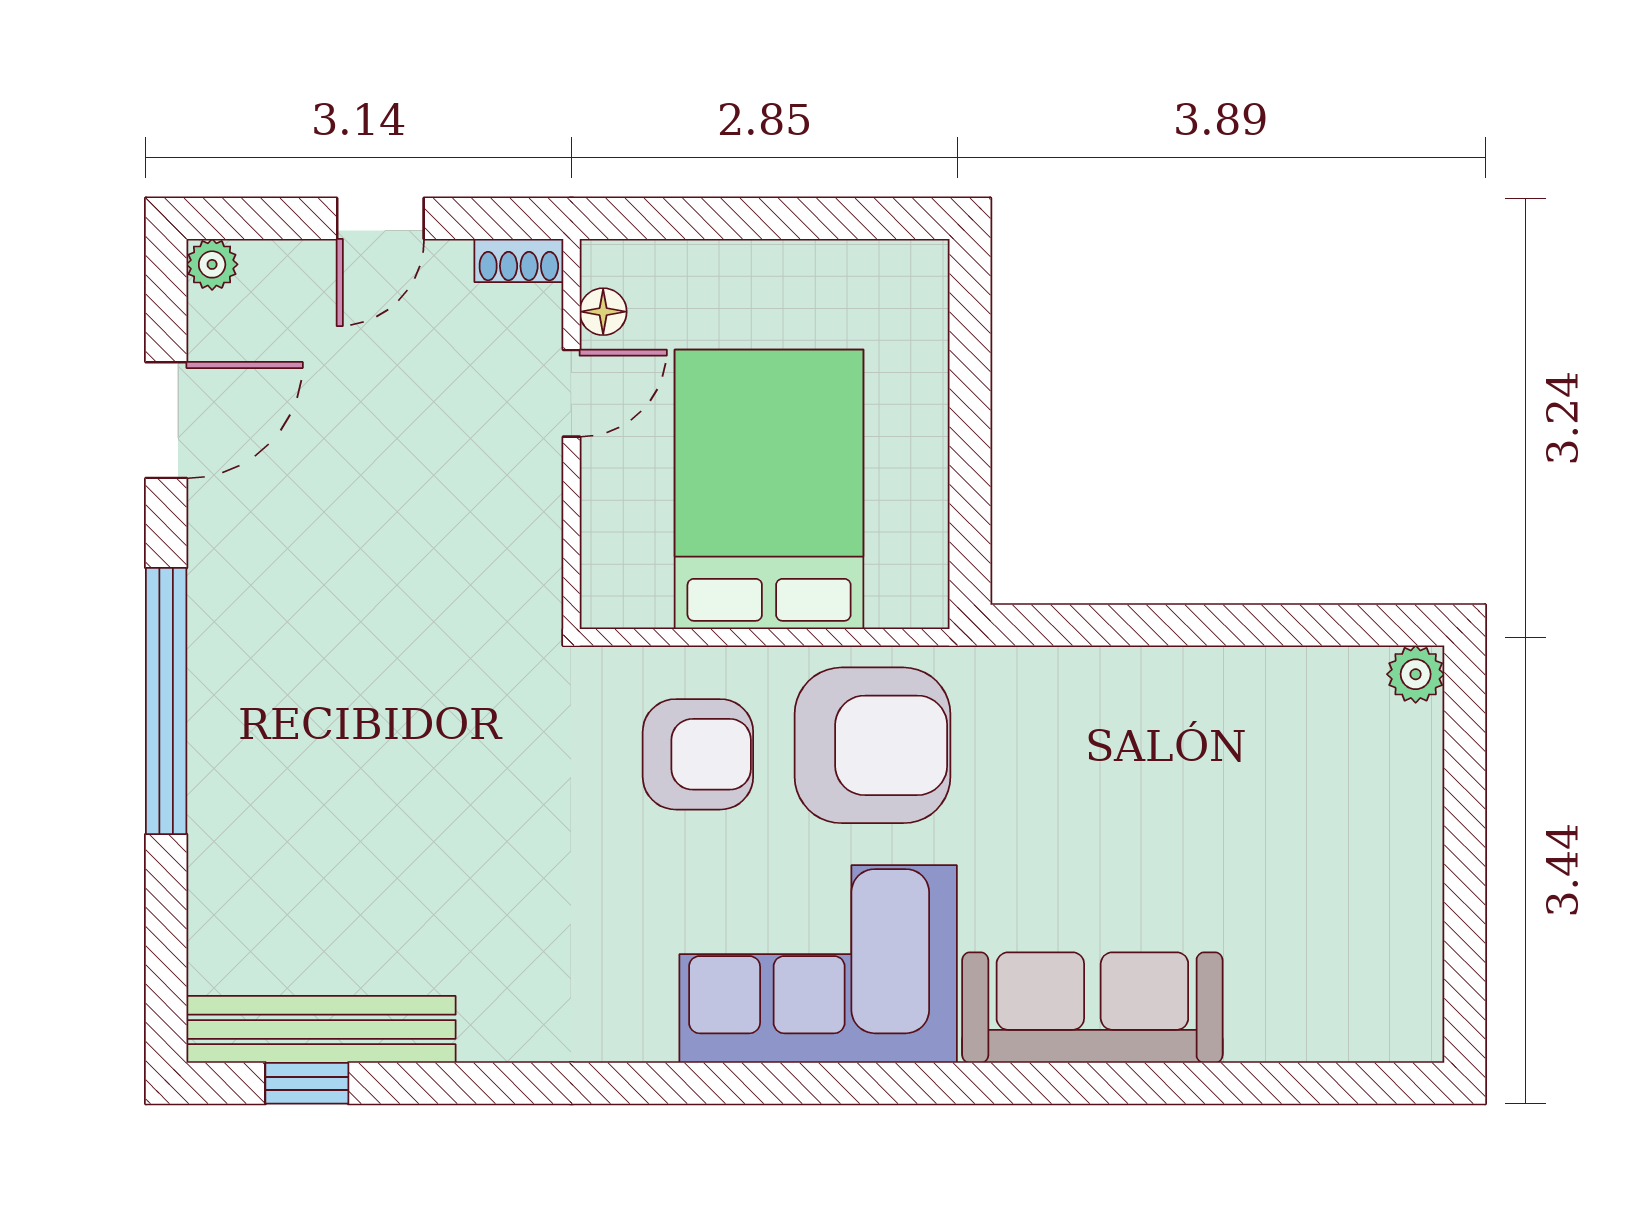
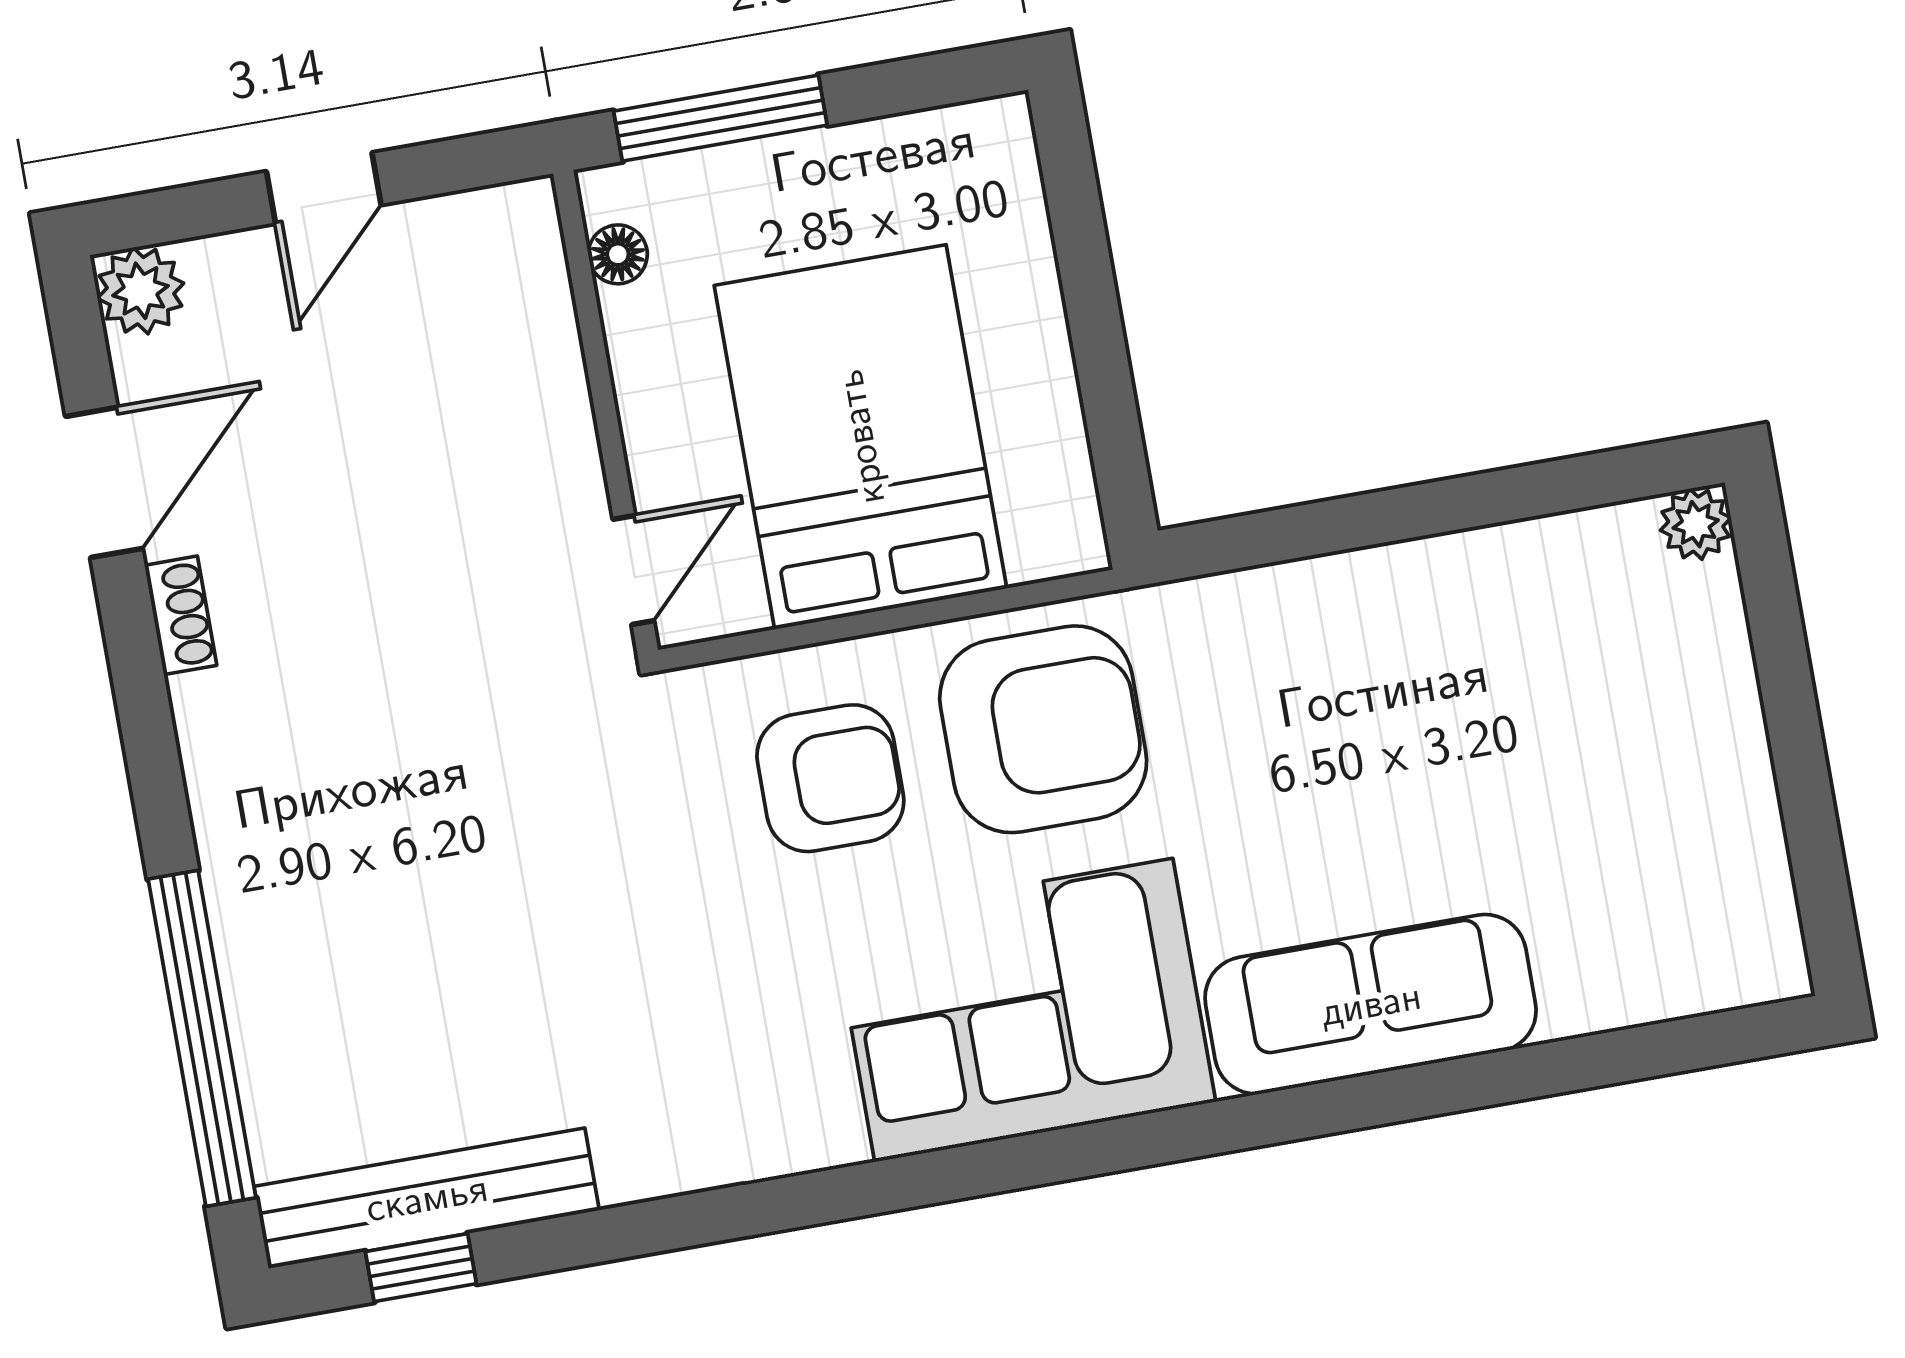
window: (703, 219) -> (720, 118), added
shoe rack: (519, 260) -> (181, 615), moved, turned -90
plant: (212, 264) -> (140, 291), width x1.38, depth x1.38
door: (571, 393) -> (633, 570), moved
window: (166, 701) -> (202, 1038), moved

